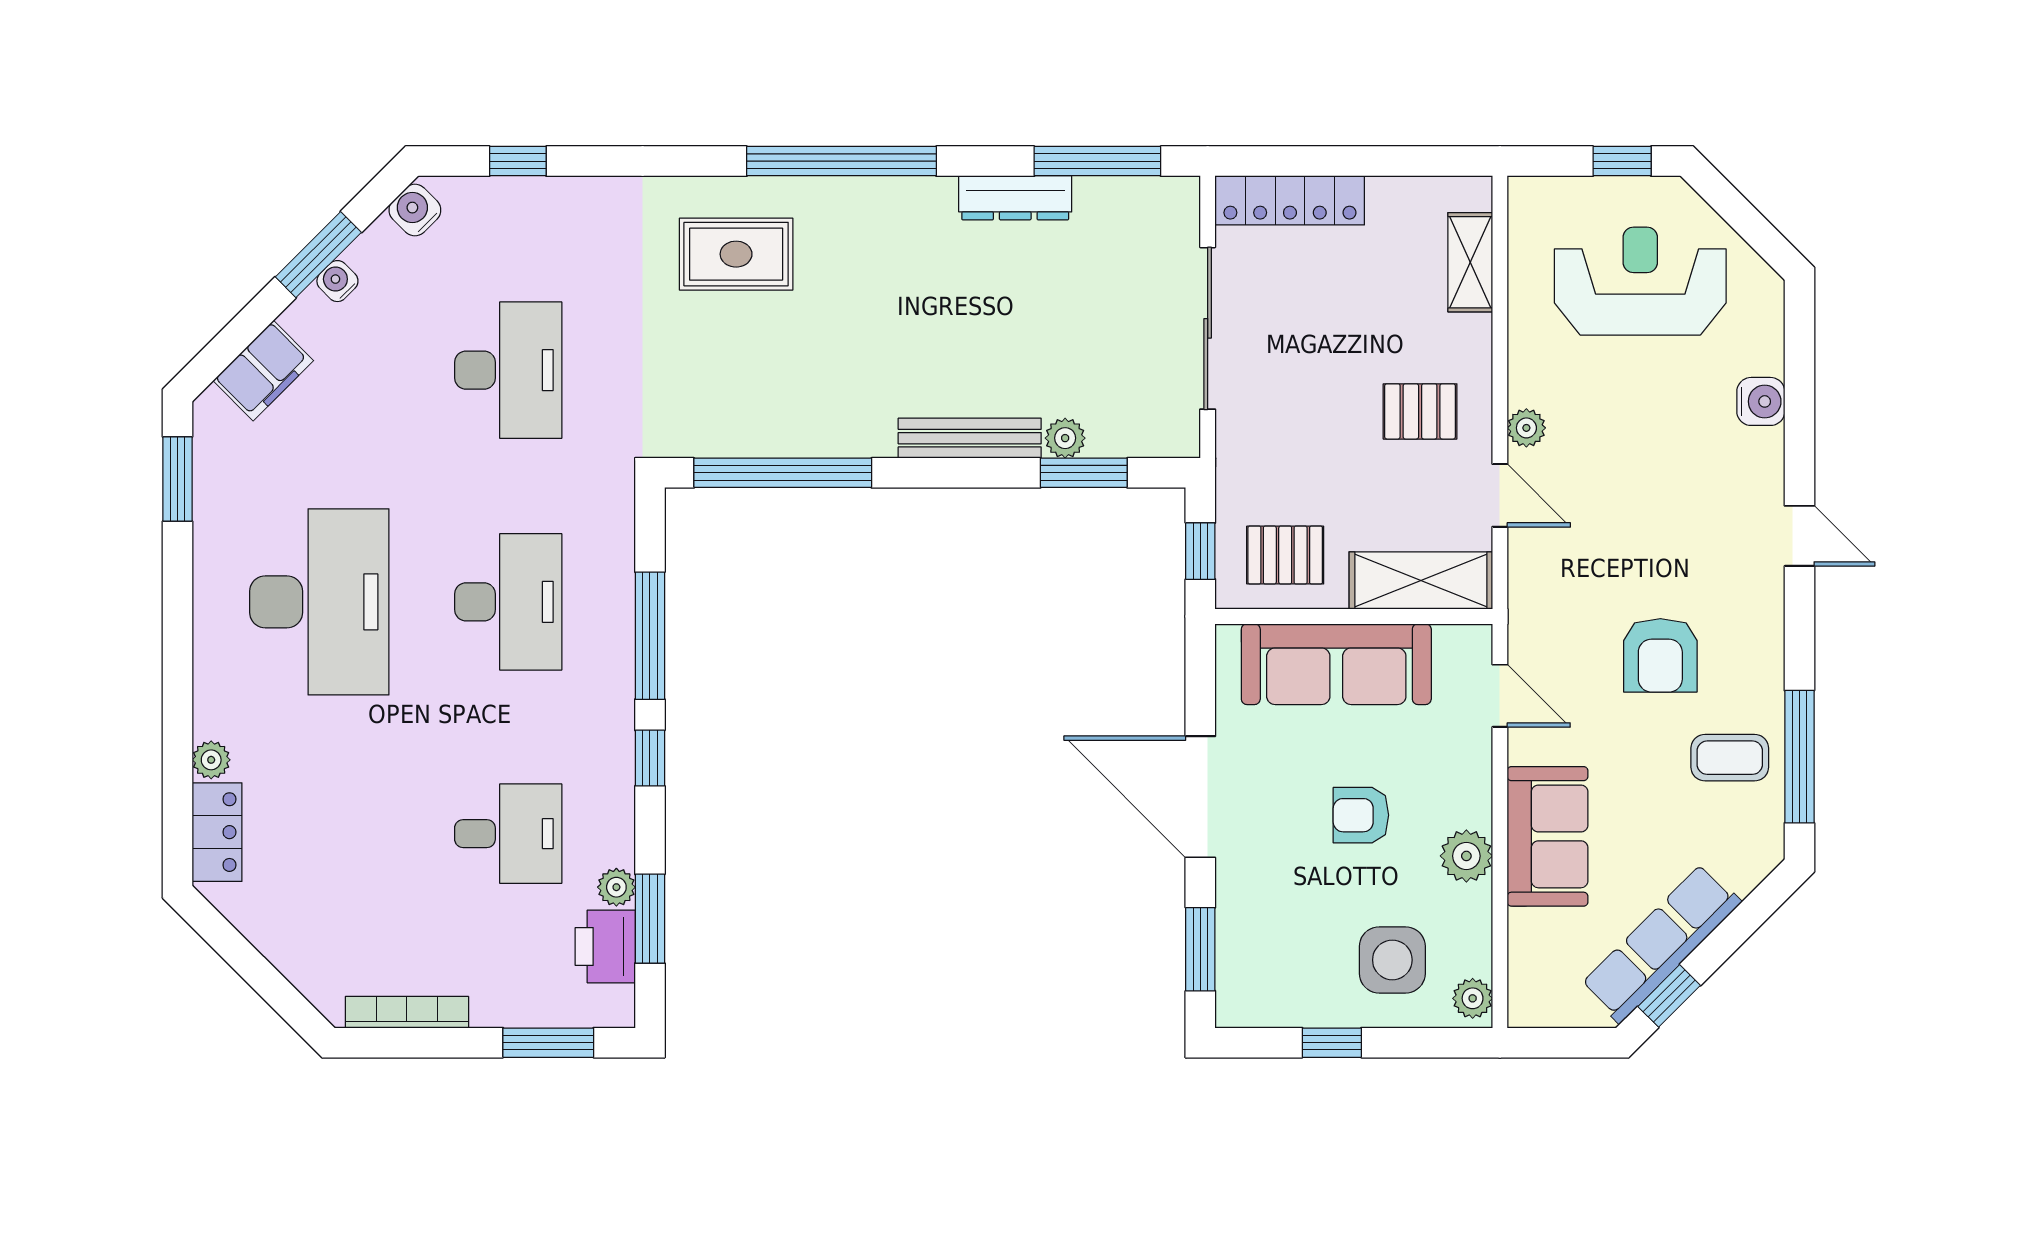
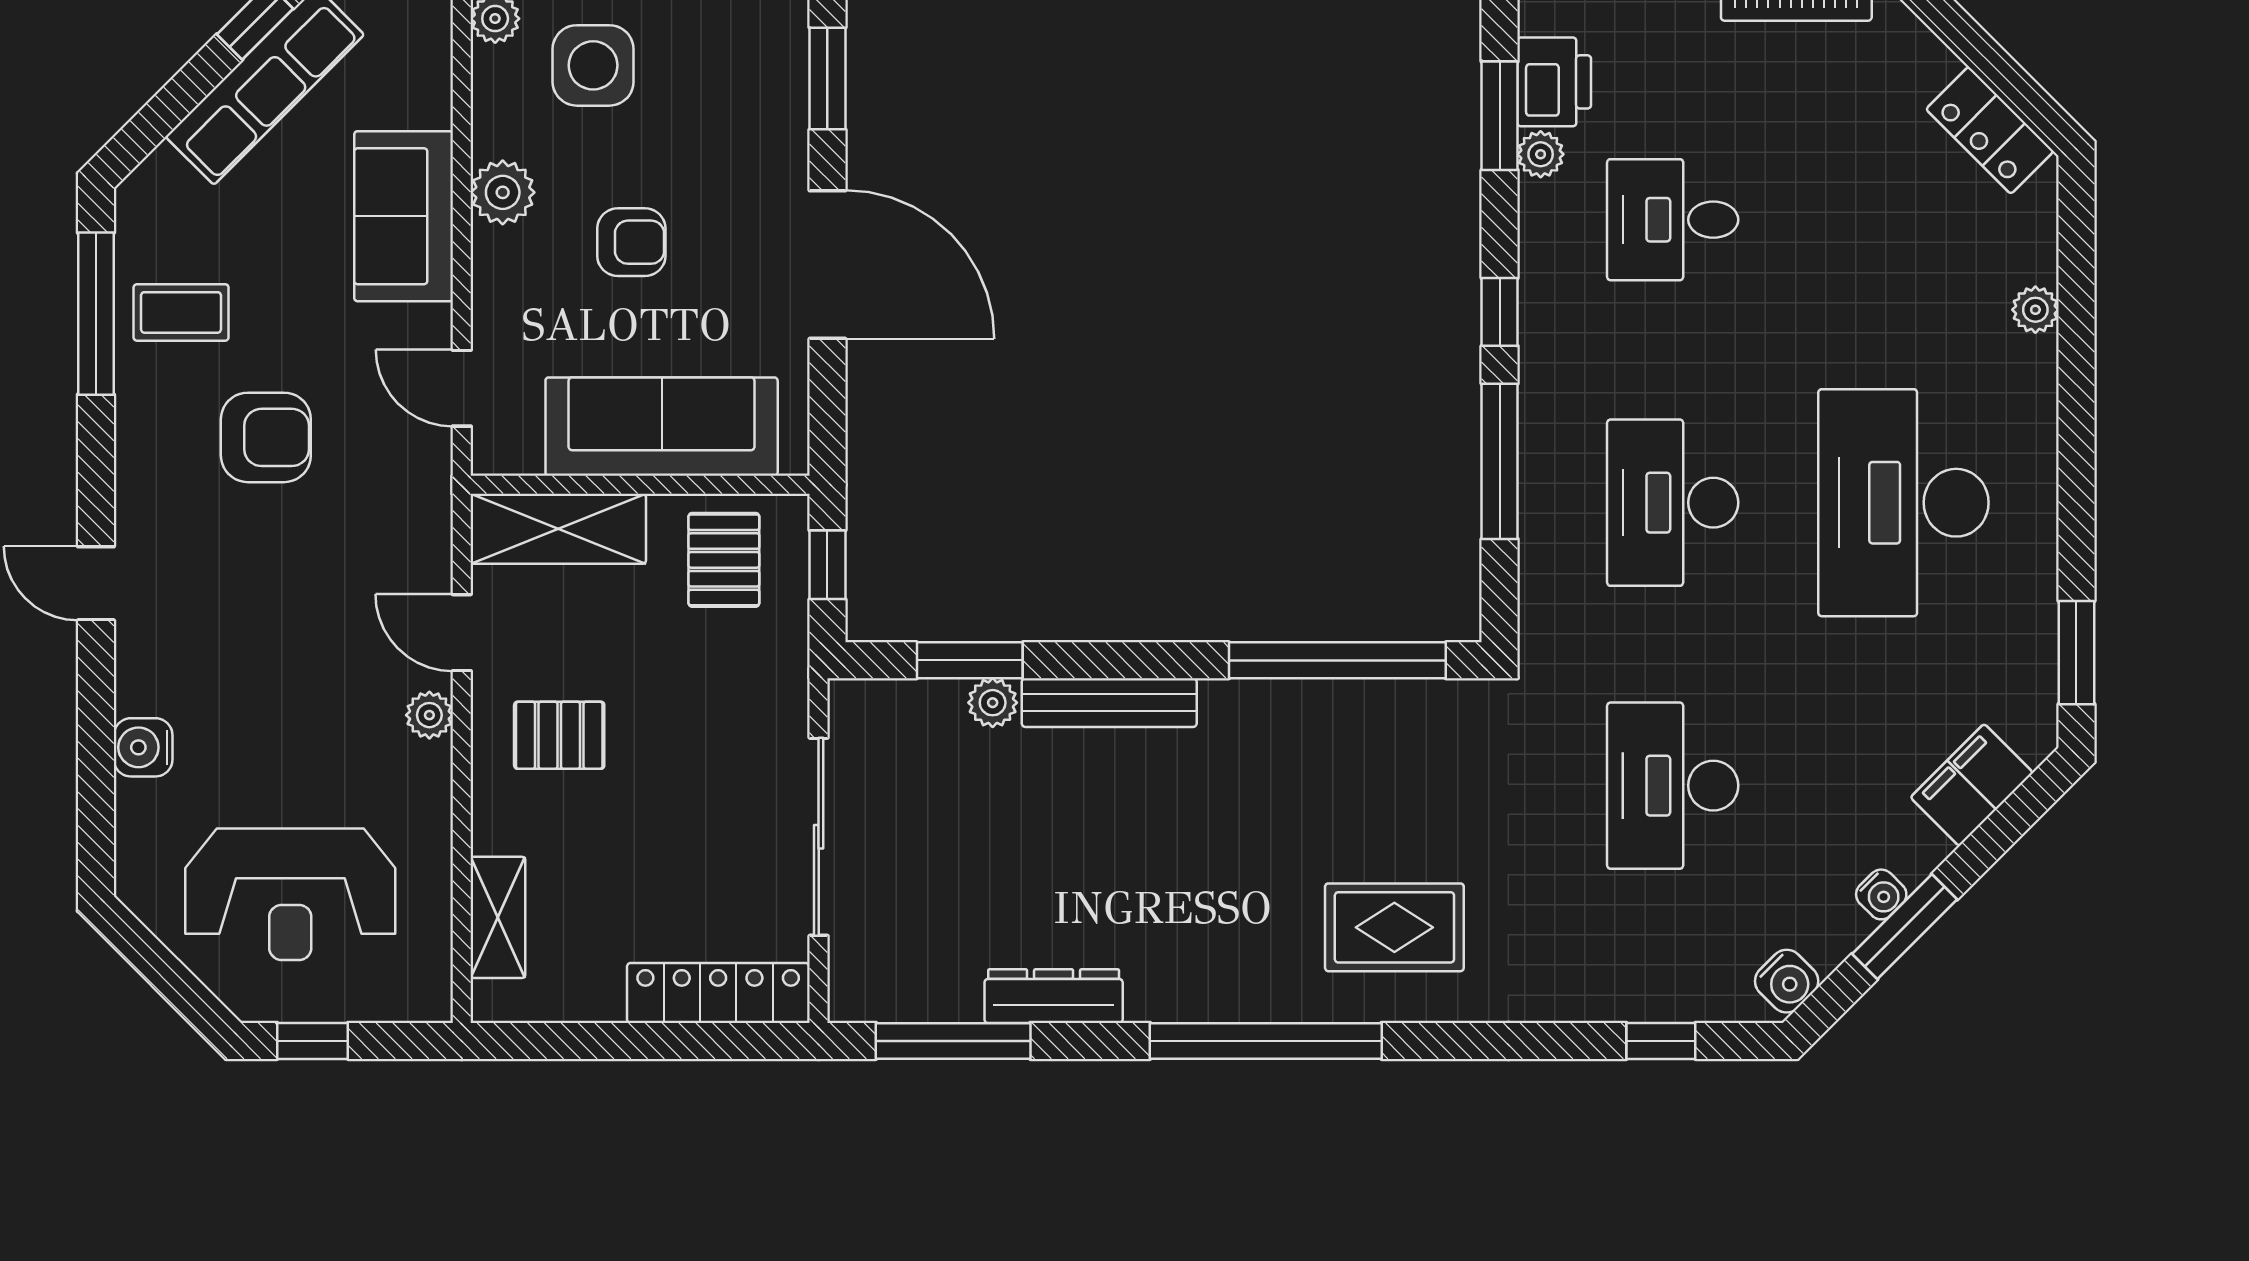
pallet: (1285, 555) -> (724, 560), turned 90
armchair: (1660, 655) -> (266, 437), turned 90
locker: (217, 832) -> (1990, 130), moved, turned -45

